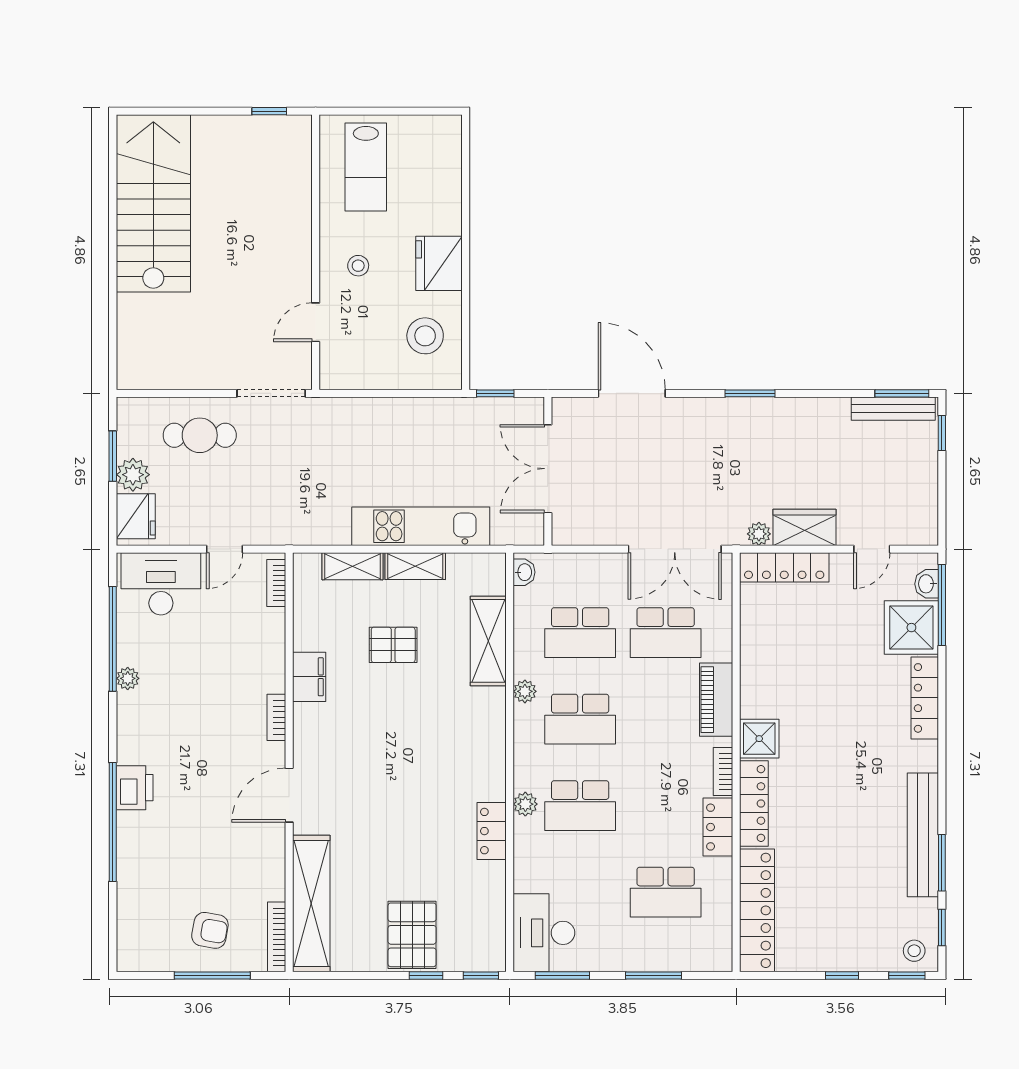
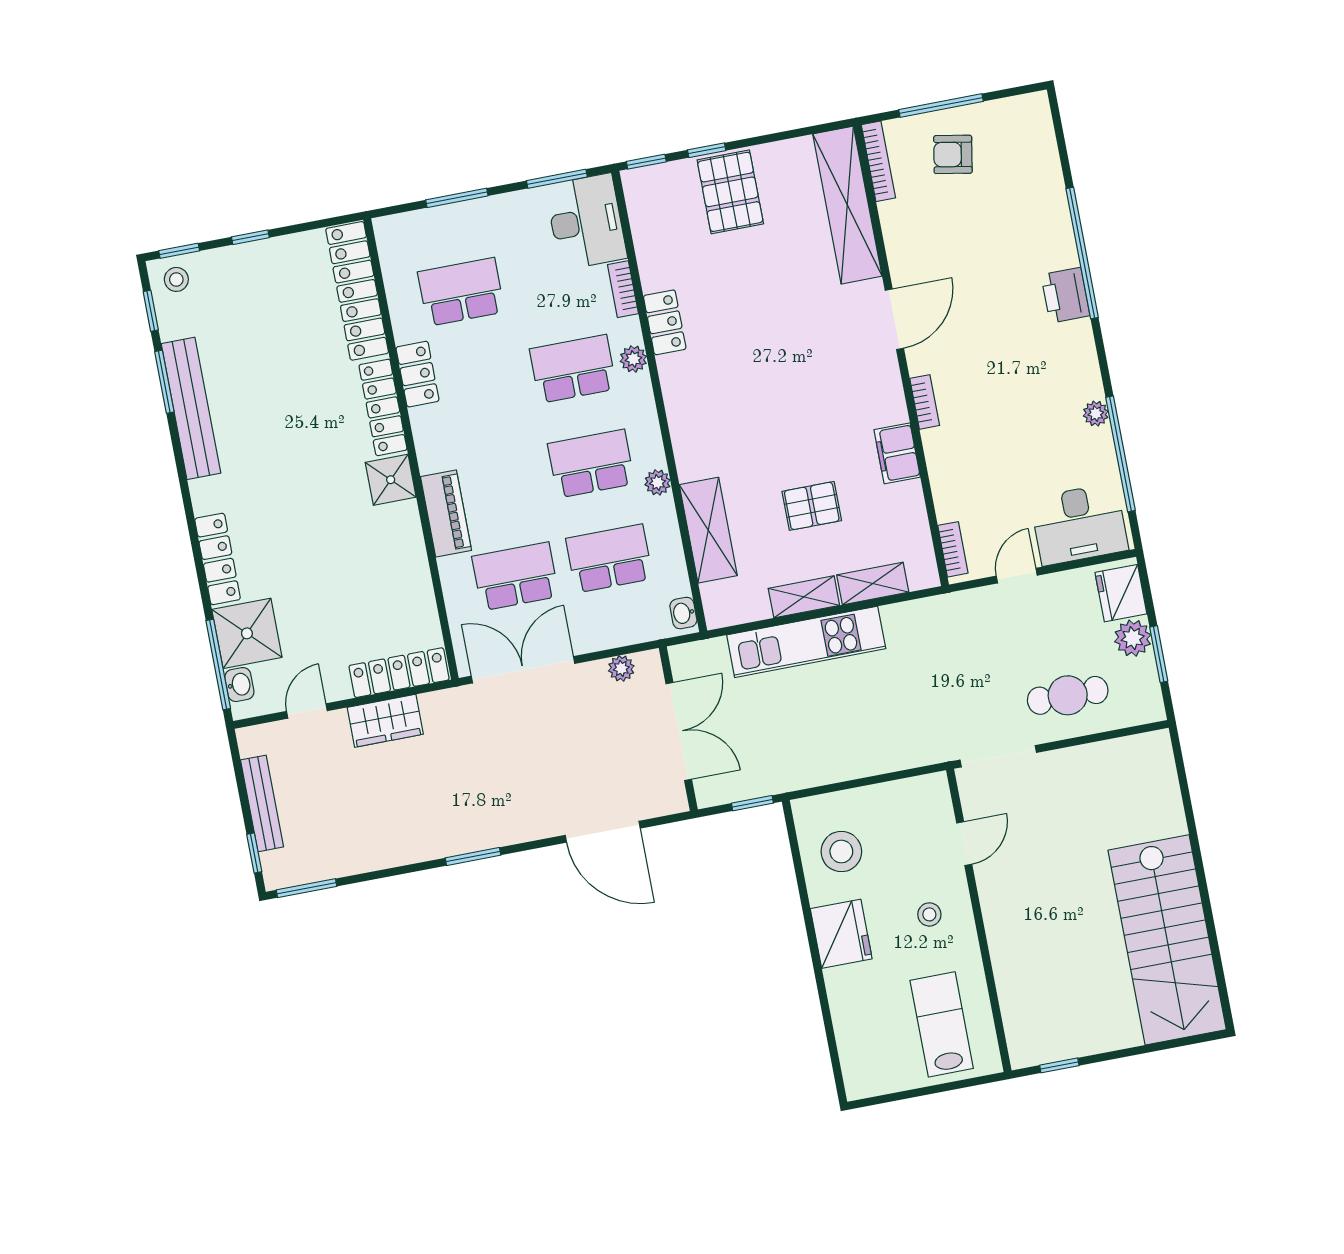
bench: (893, 409) -> (262, 803), moved, turned 90
plant: (759, 534) -> (621, 668), moved
bookcase: (723, 772) -> (623, 289), moved, turned 180

